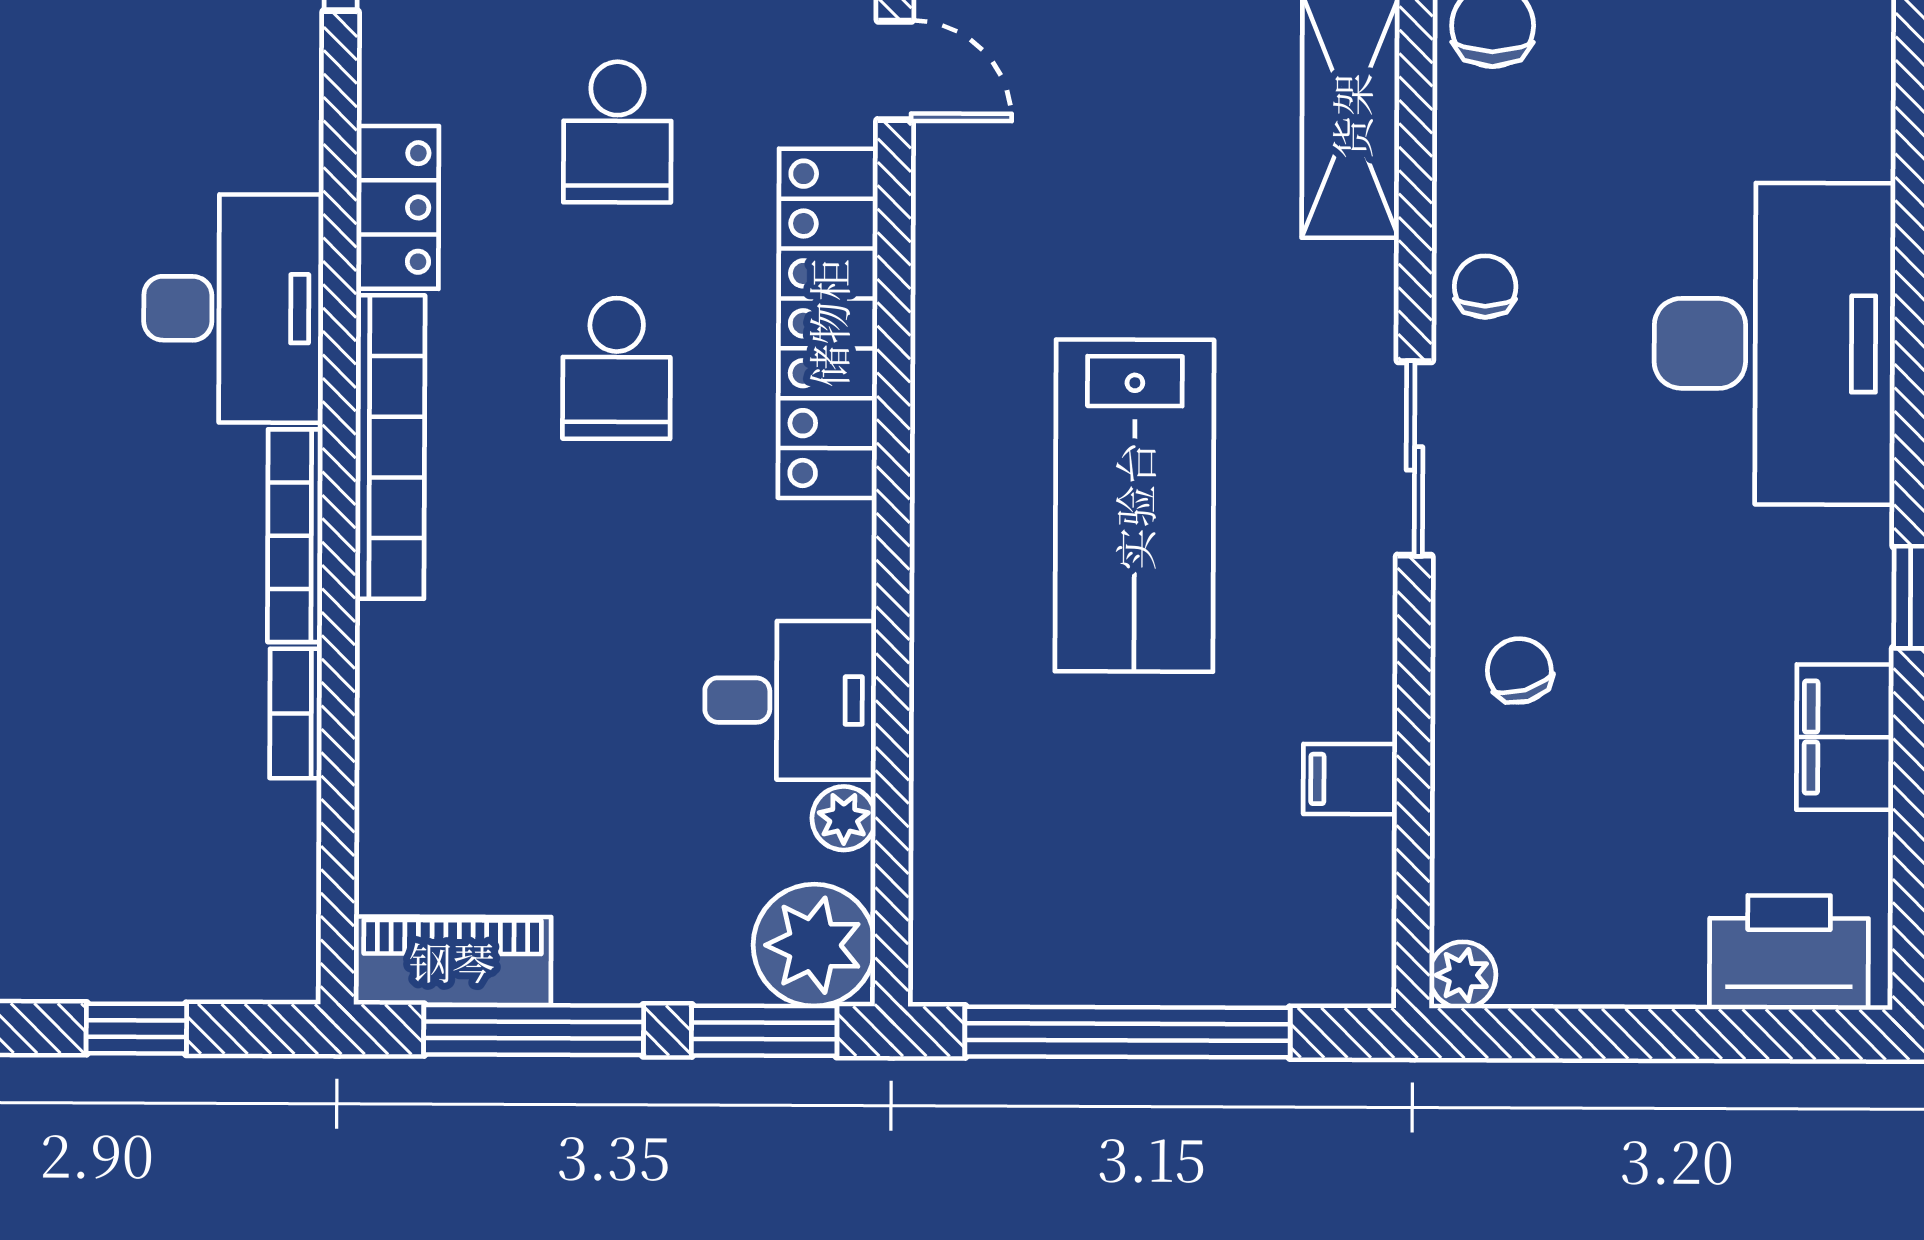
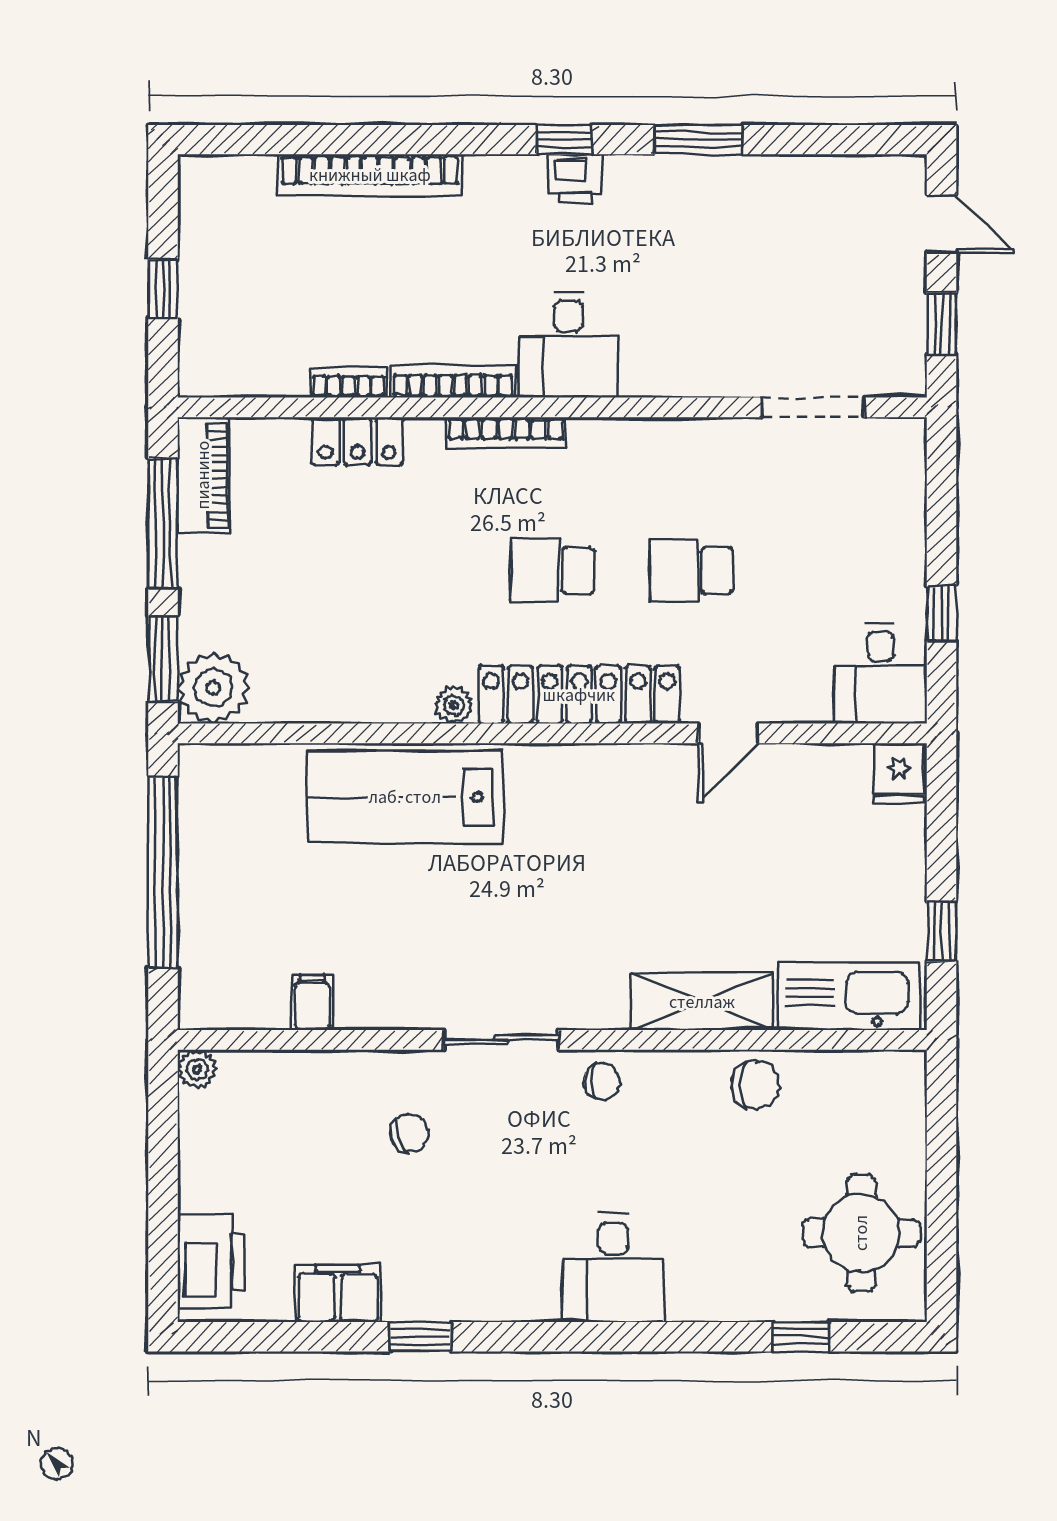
locker: (398, 207) -> (357, 441), moved
desk: (233, 308) -> (569, 345), width x0.73
desk: (1775, 344) -> (613, 1268), width x0.53, depth x0.77
bookcase: (390, 447) -> (506, 432), width x0.68, depth x0.76
lab bench: (1134, 506) -> (405, 797), moved
chair: (1519, 671) -> (409, 1133), moved
desk: (790, 700) -> (357, 673), removed
plant: (844, 818) -> (454, 705), moved

